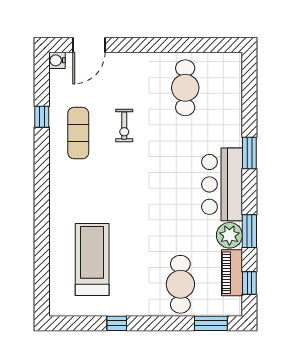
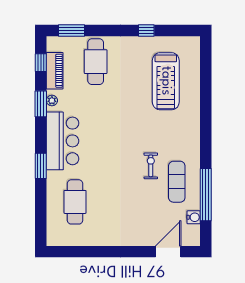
water cooler: (57, 60) -> (194, 217), moved
cafe table: (185, 88) -> (75, 202), moved
window: (42, 117) -> (206, 195), width x3.17
exercise bike: (124, 126) -> (151, 166), moved
plant: (229, 235) -> (52, 101), width x0.53, depth x0.53

